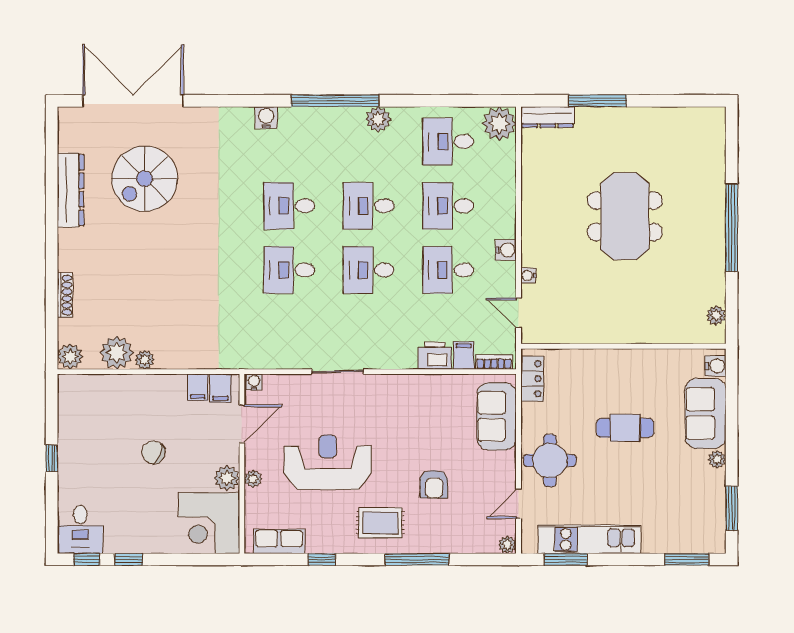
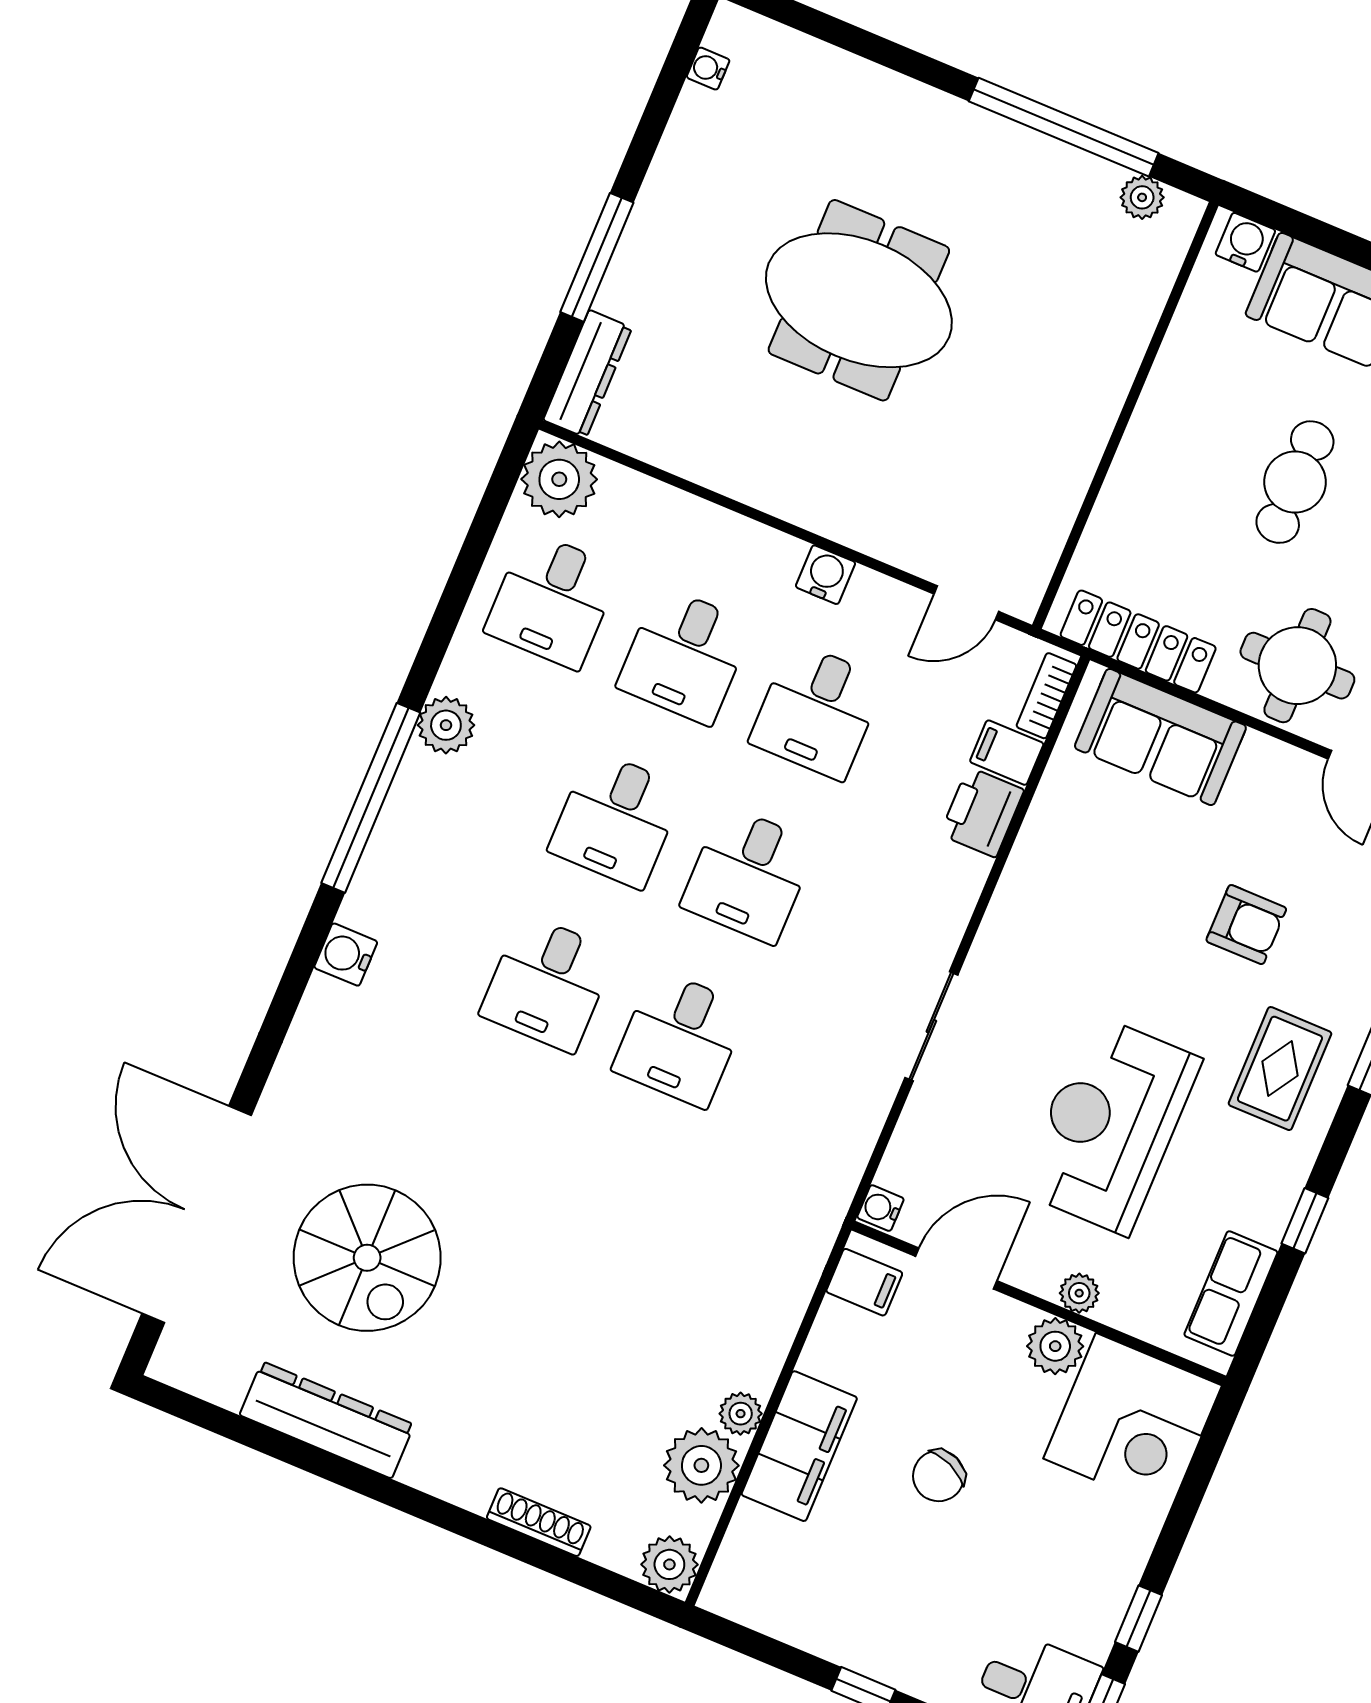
window: (732, 228) -> (1064, 127), moved
water cooler: (528, 275) -> (708, 69), moved, turned 90
locker: (532, 379) -> (1138, 641), width x1.53
filing cabinet: (198, 387) -> (799, 1446), moved, width x3.00, depth x1.17
door: (242, 424) -> (956, 1269), hinge flipped

